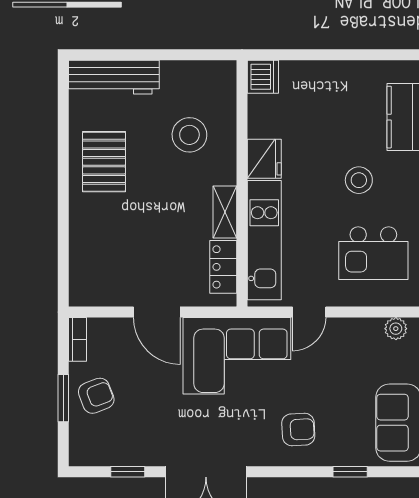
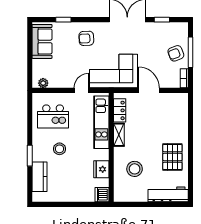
fridge: (264, 159) -> (101, 169), moved
kitchen island: (373, 253) -> (53, 116), turned 180
window: (63, 398) -> (190, 52), width x1.44

